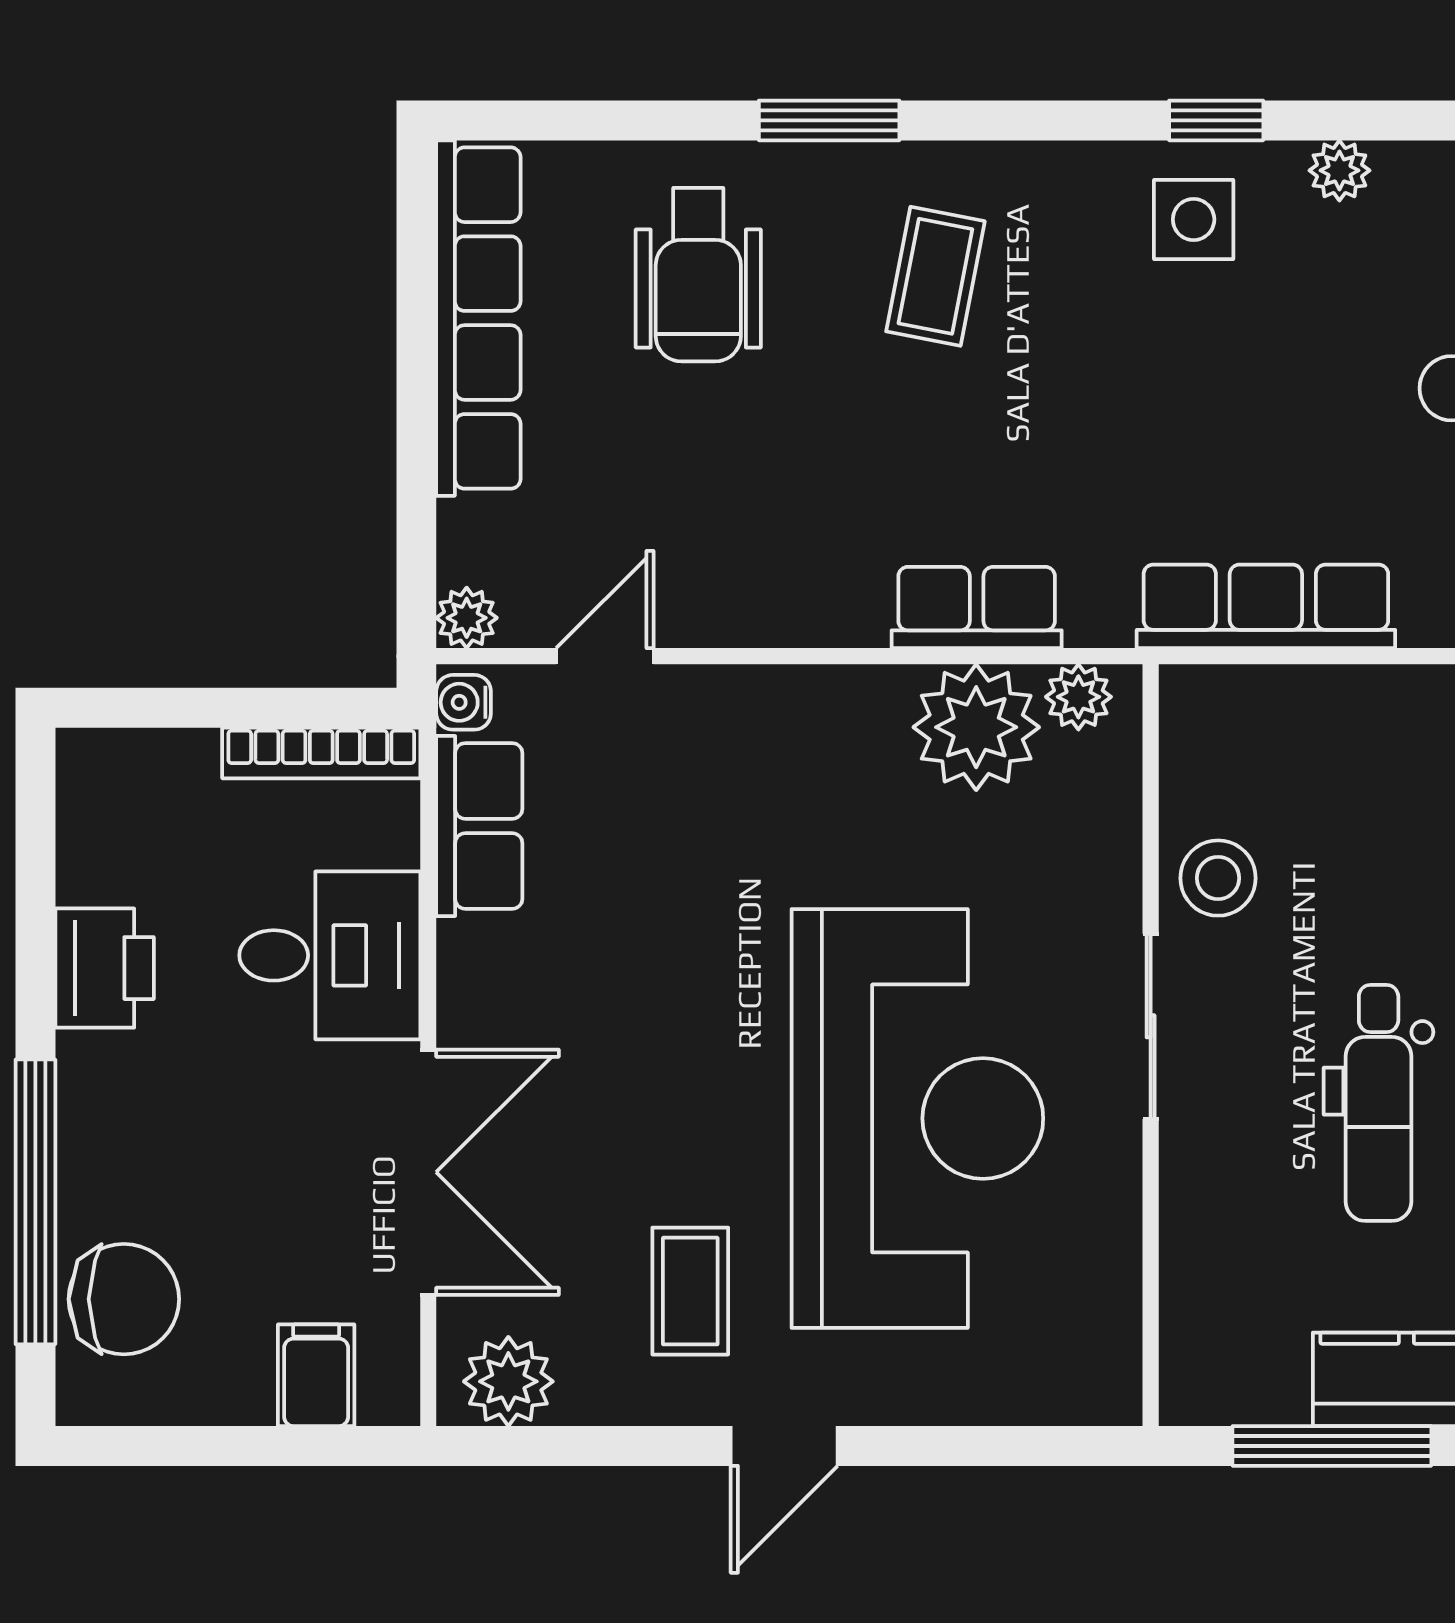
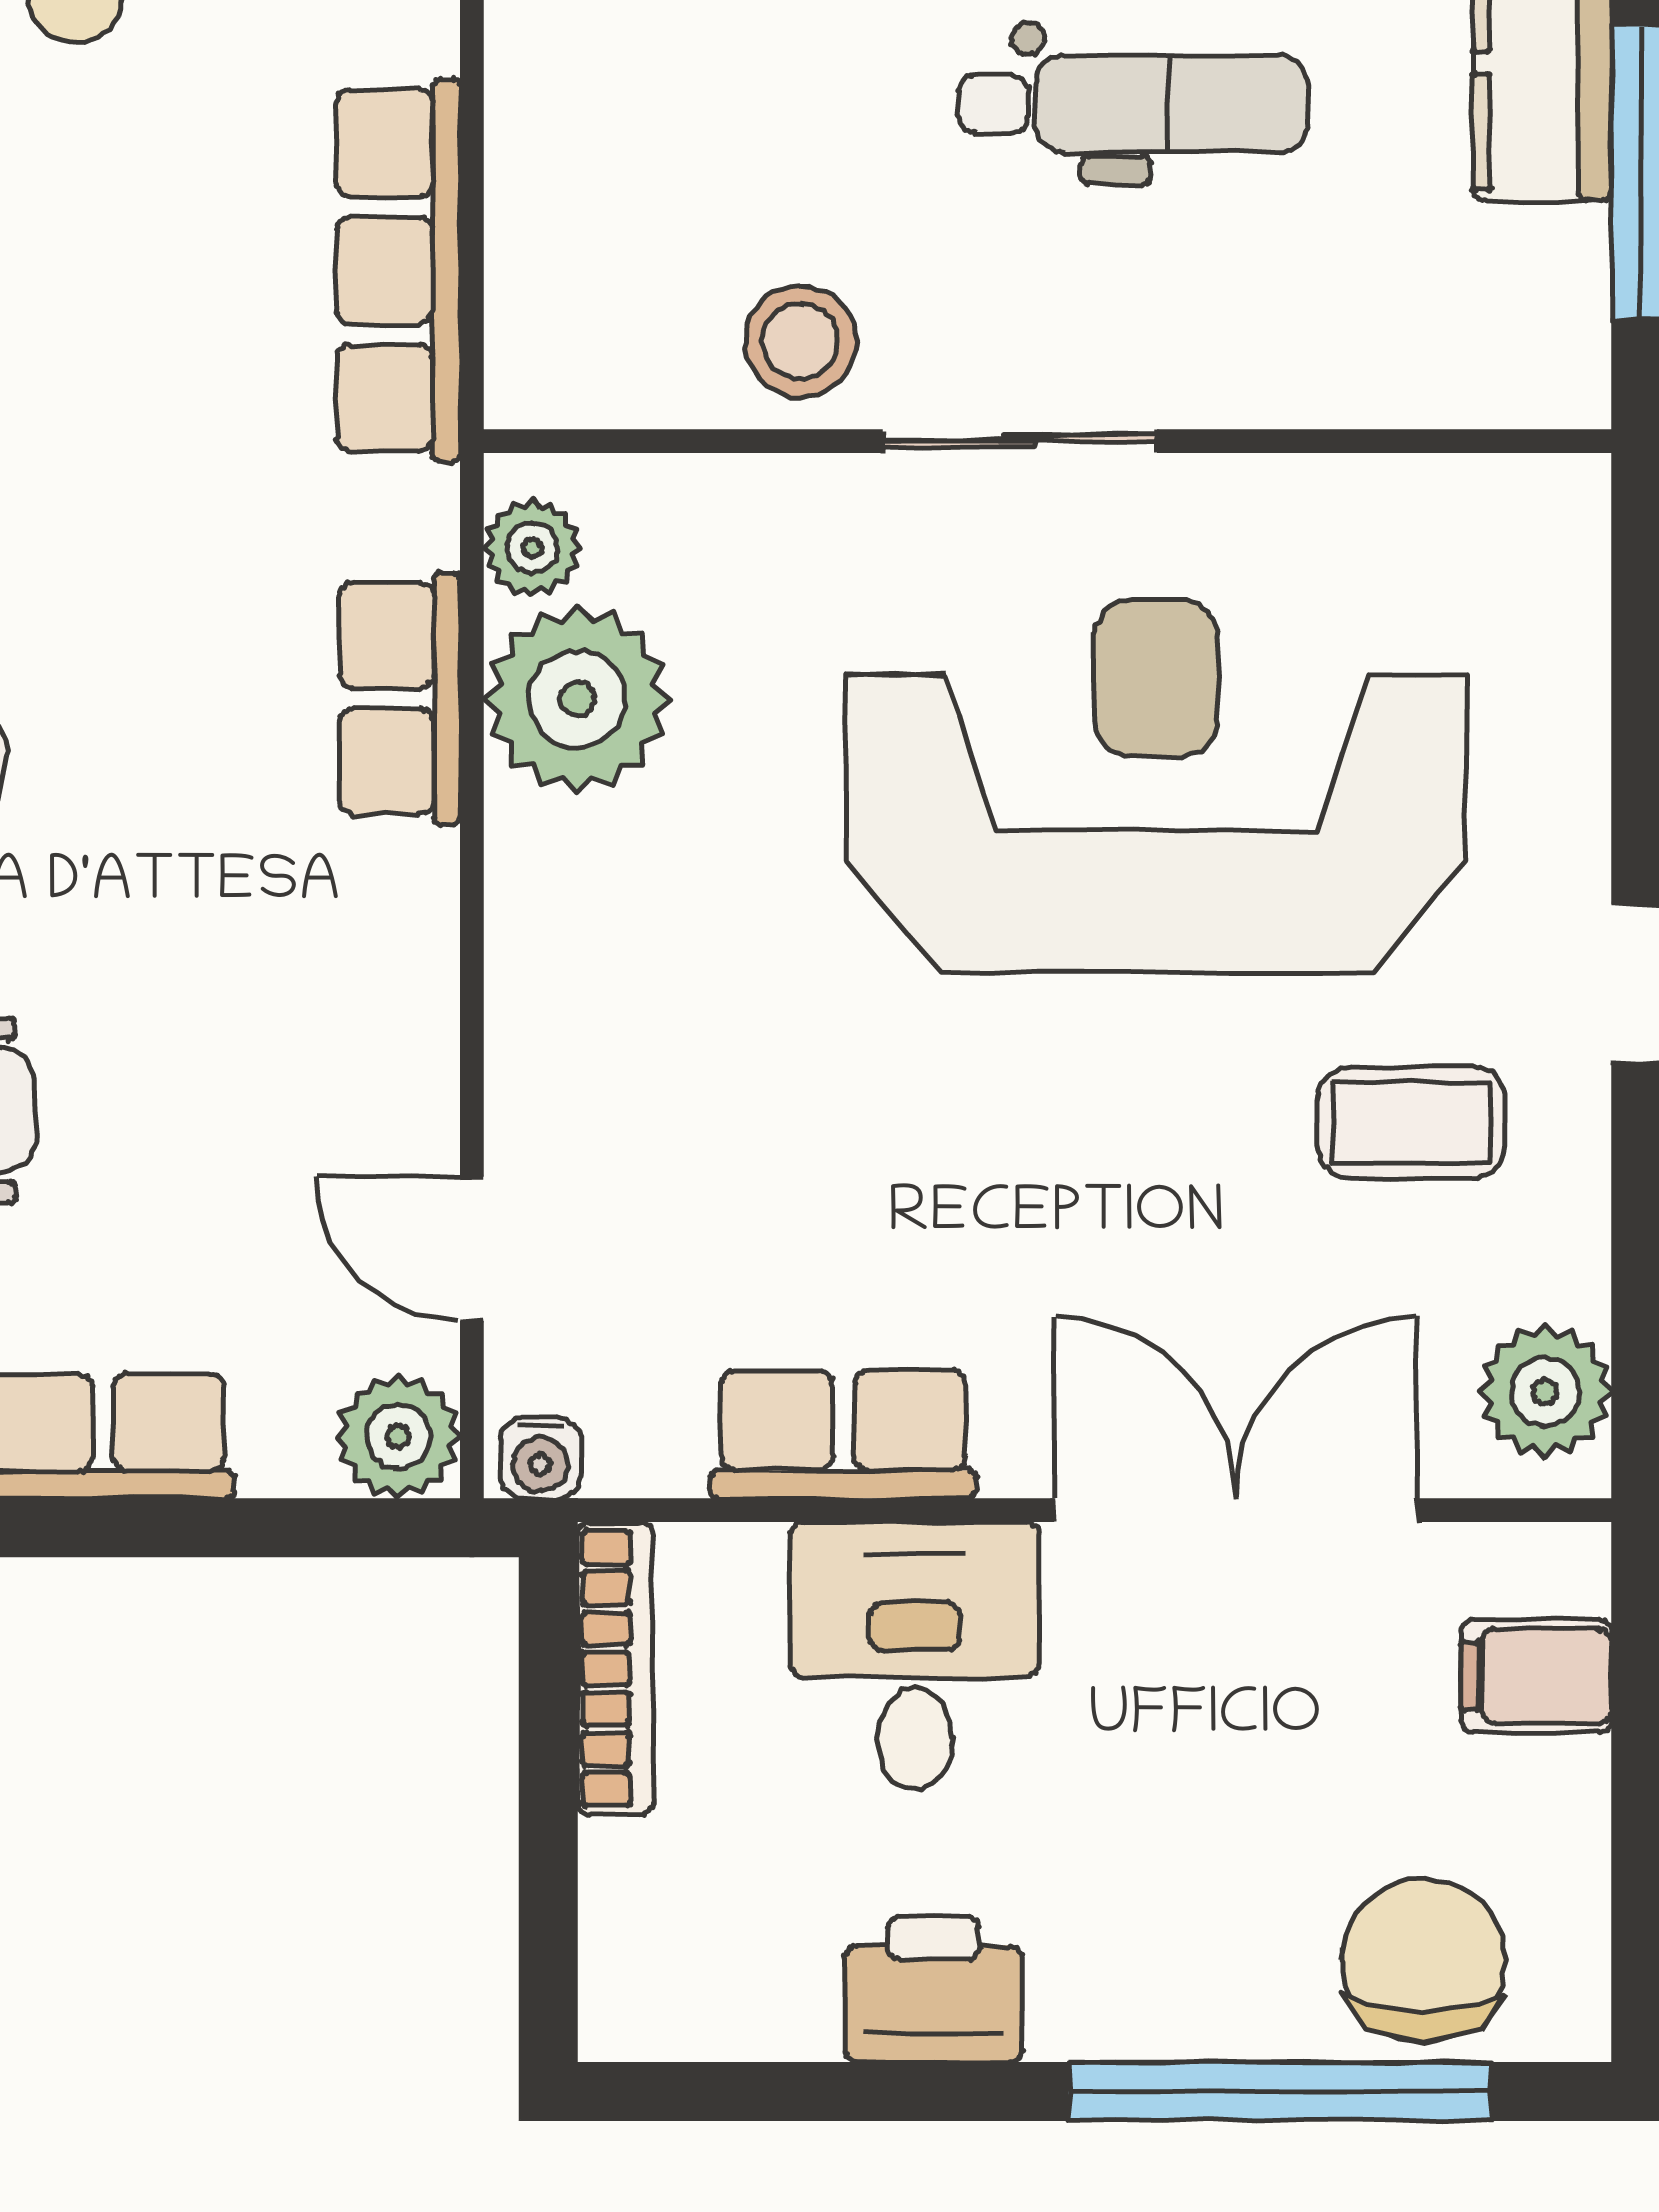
plant: (467, 618) -> (398, 1436), width x1.38, depth x1.38
row of seats: (479, 826) -> (843, 1435), moved

